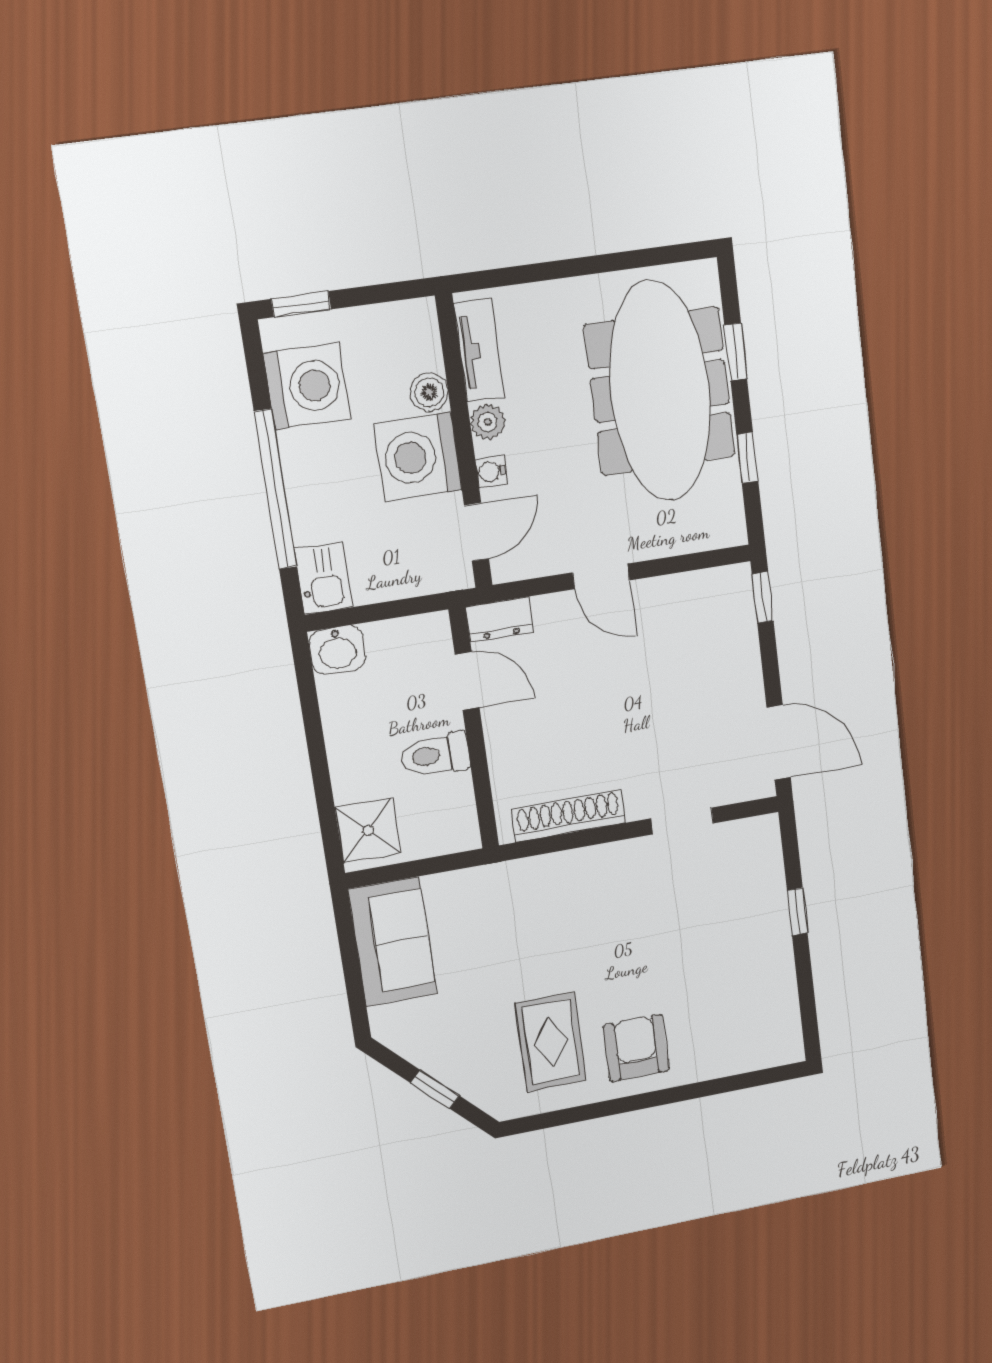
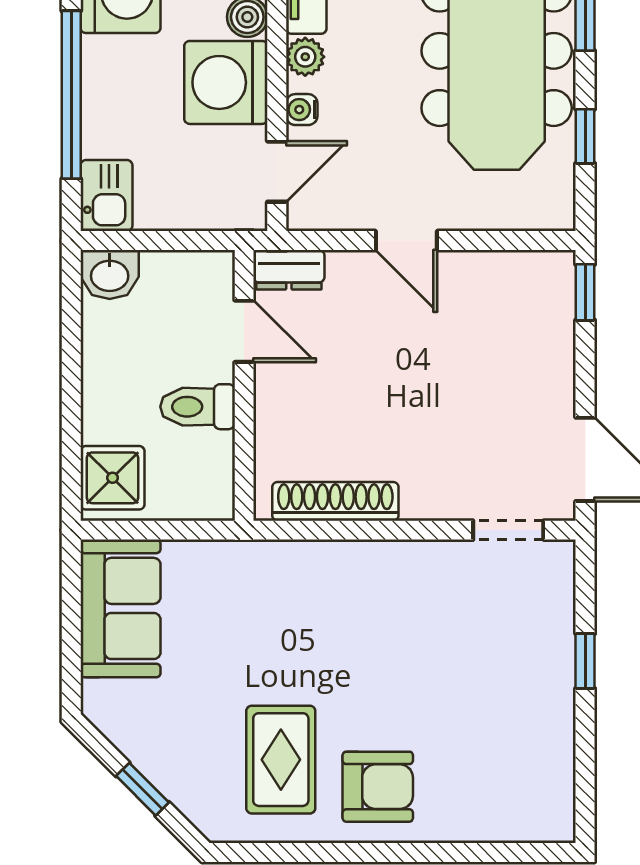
doorway: (682, 821) -> (508, 530), moved
armchair: (636, 1048) -> (378, 787), turned 90

